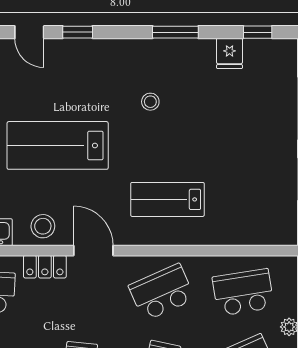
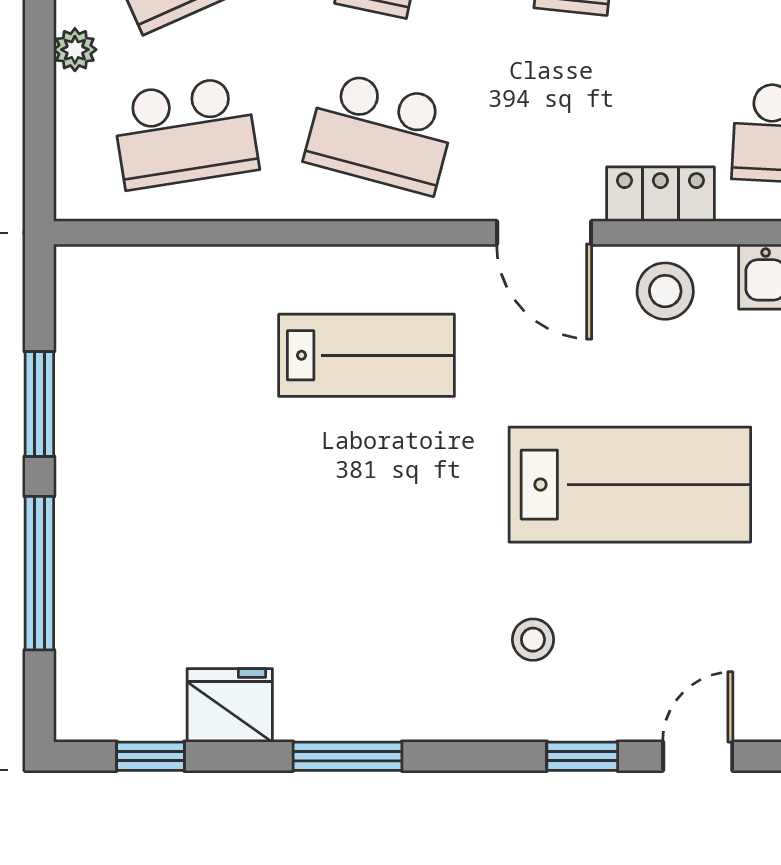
door: (29, 32) -> (698, 756), hinge flipped
fridge: (230, 53) -> (230, 705), width x1.38
stool: (150, 102) -> (533, 640), moved
school desk: (162, 292) -> (380, 133), turned 39

